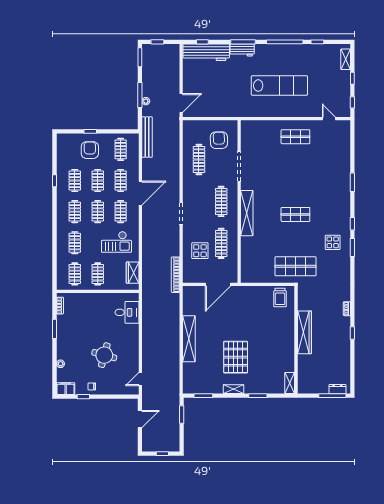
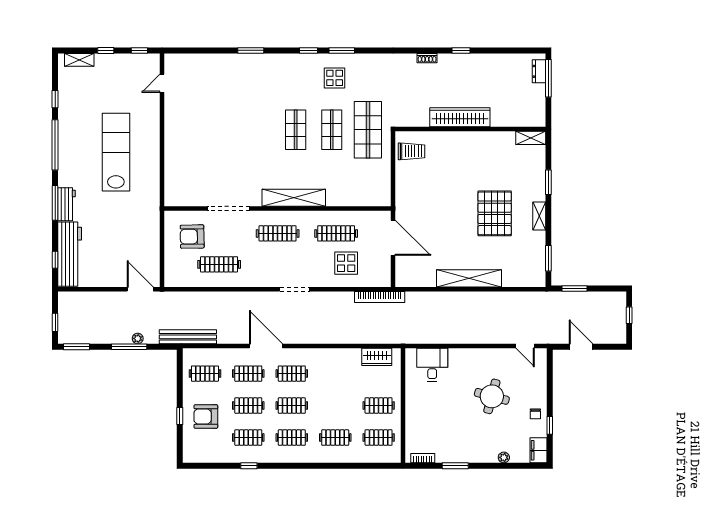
shop shelf: (295, 137) -> (332, 130), moved
checkout: (116, 242) -> (334, 379), removed
pallet: (236, 357) -> (495, 213), turned 90

